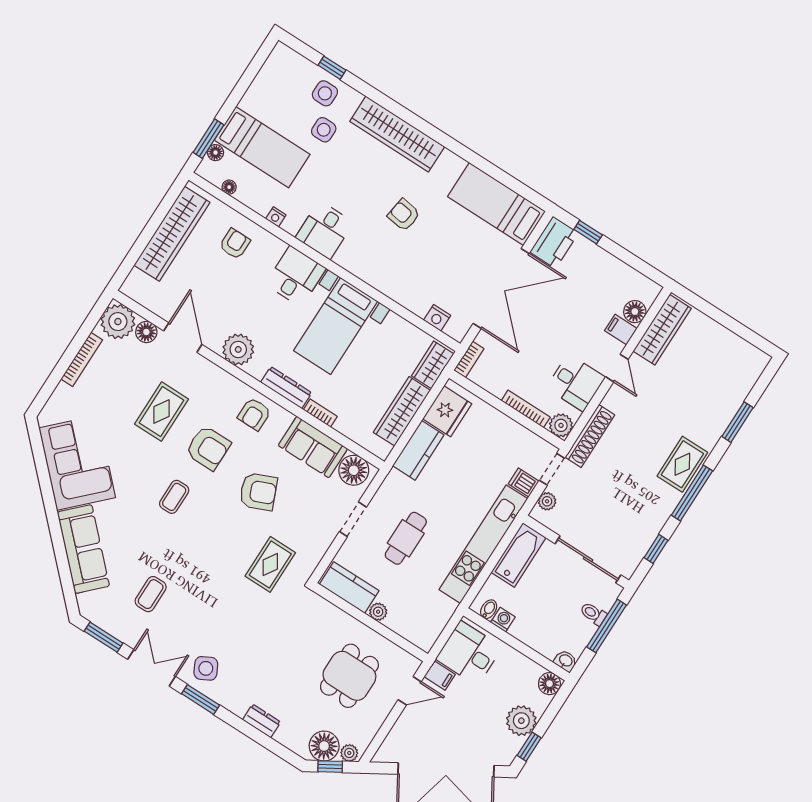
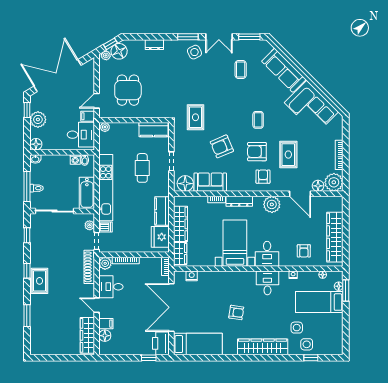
armchair: (254, 414) -> (263, 177), moved
window: (692, 493) -> (27, 271), width x0.46
plant: (378, 612) -> (105, 127), moved

